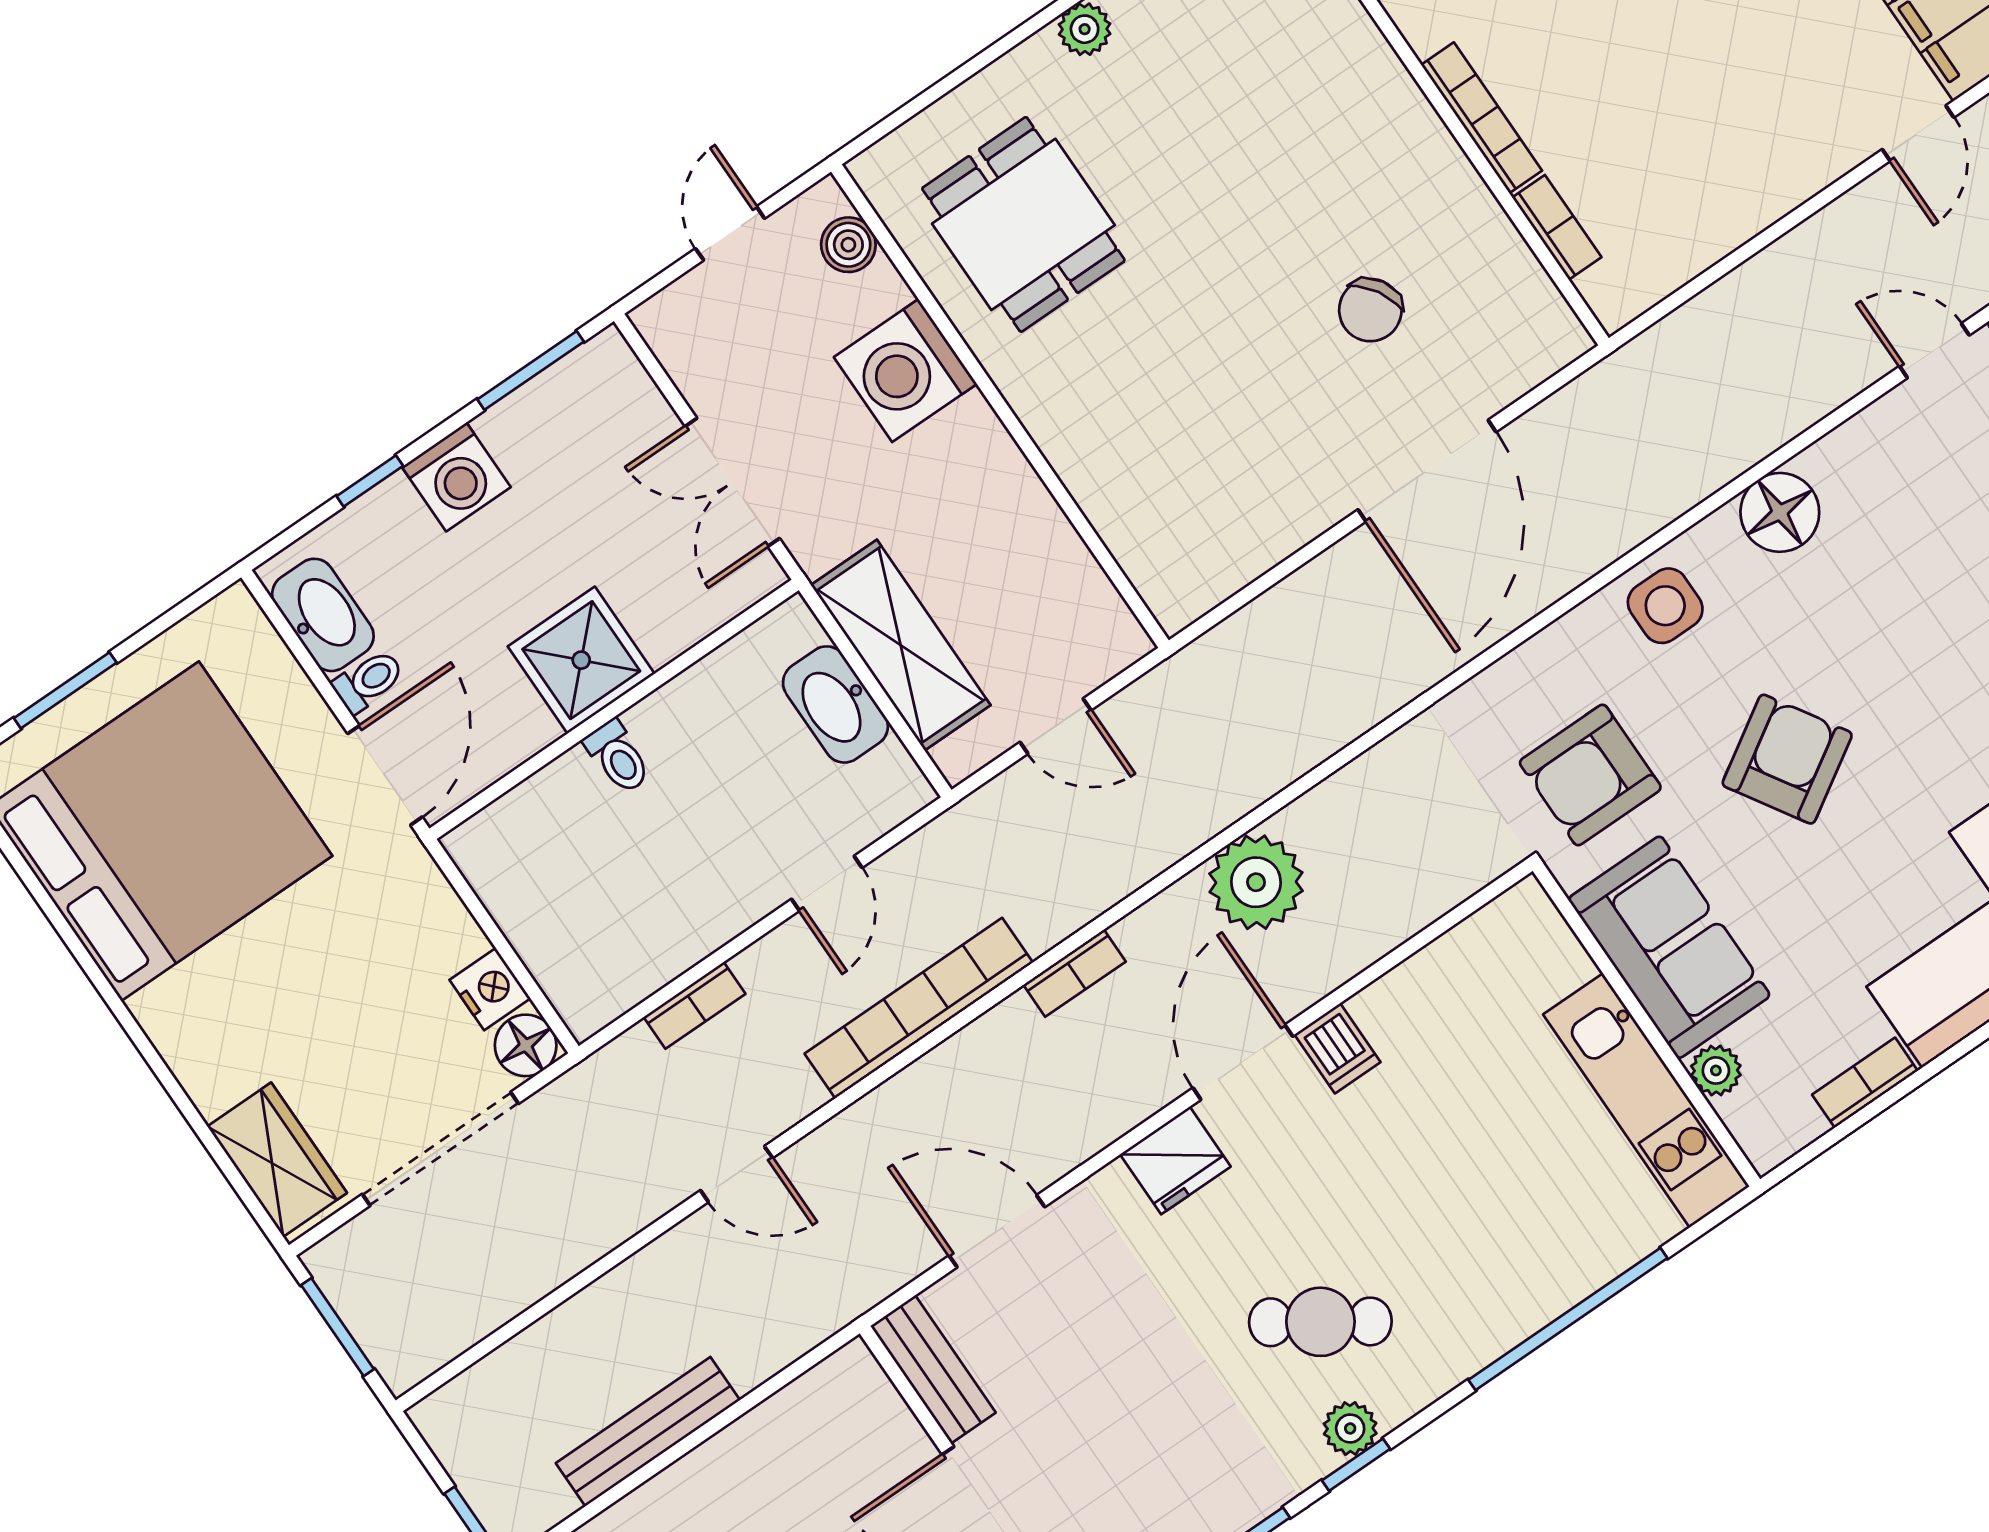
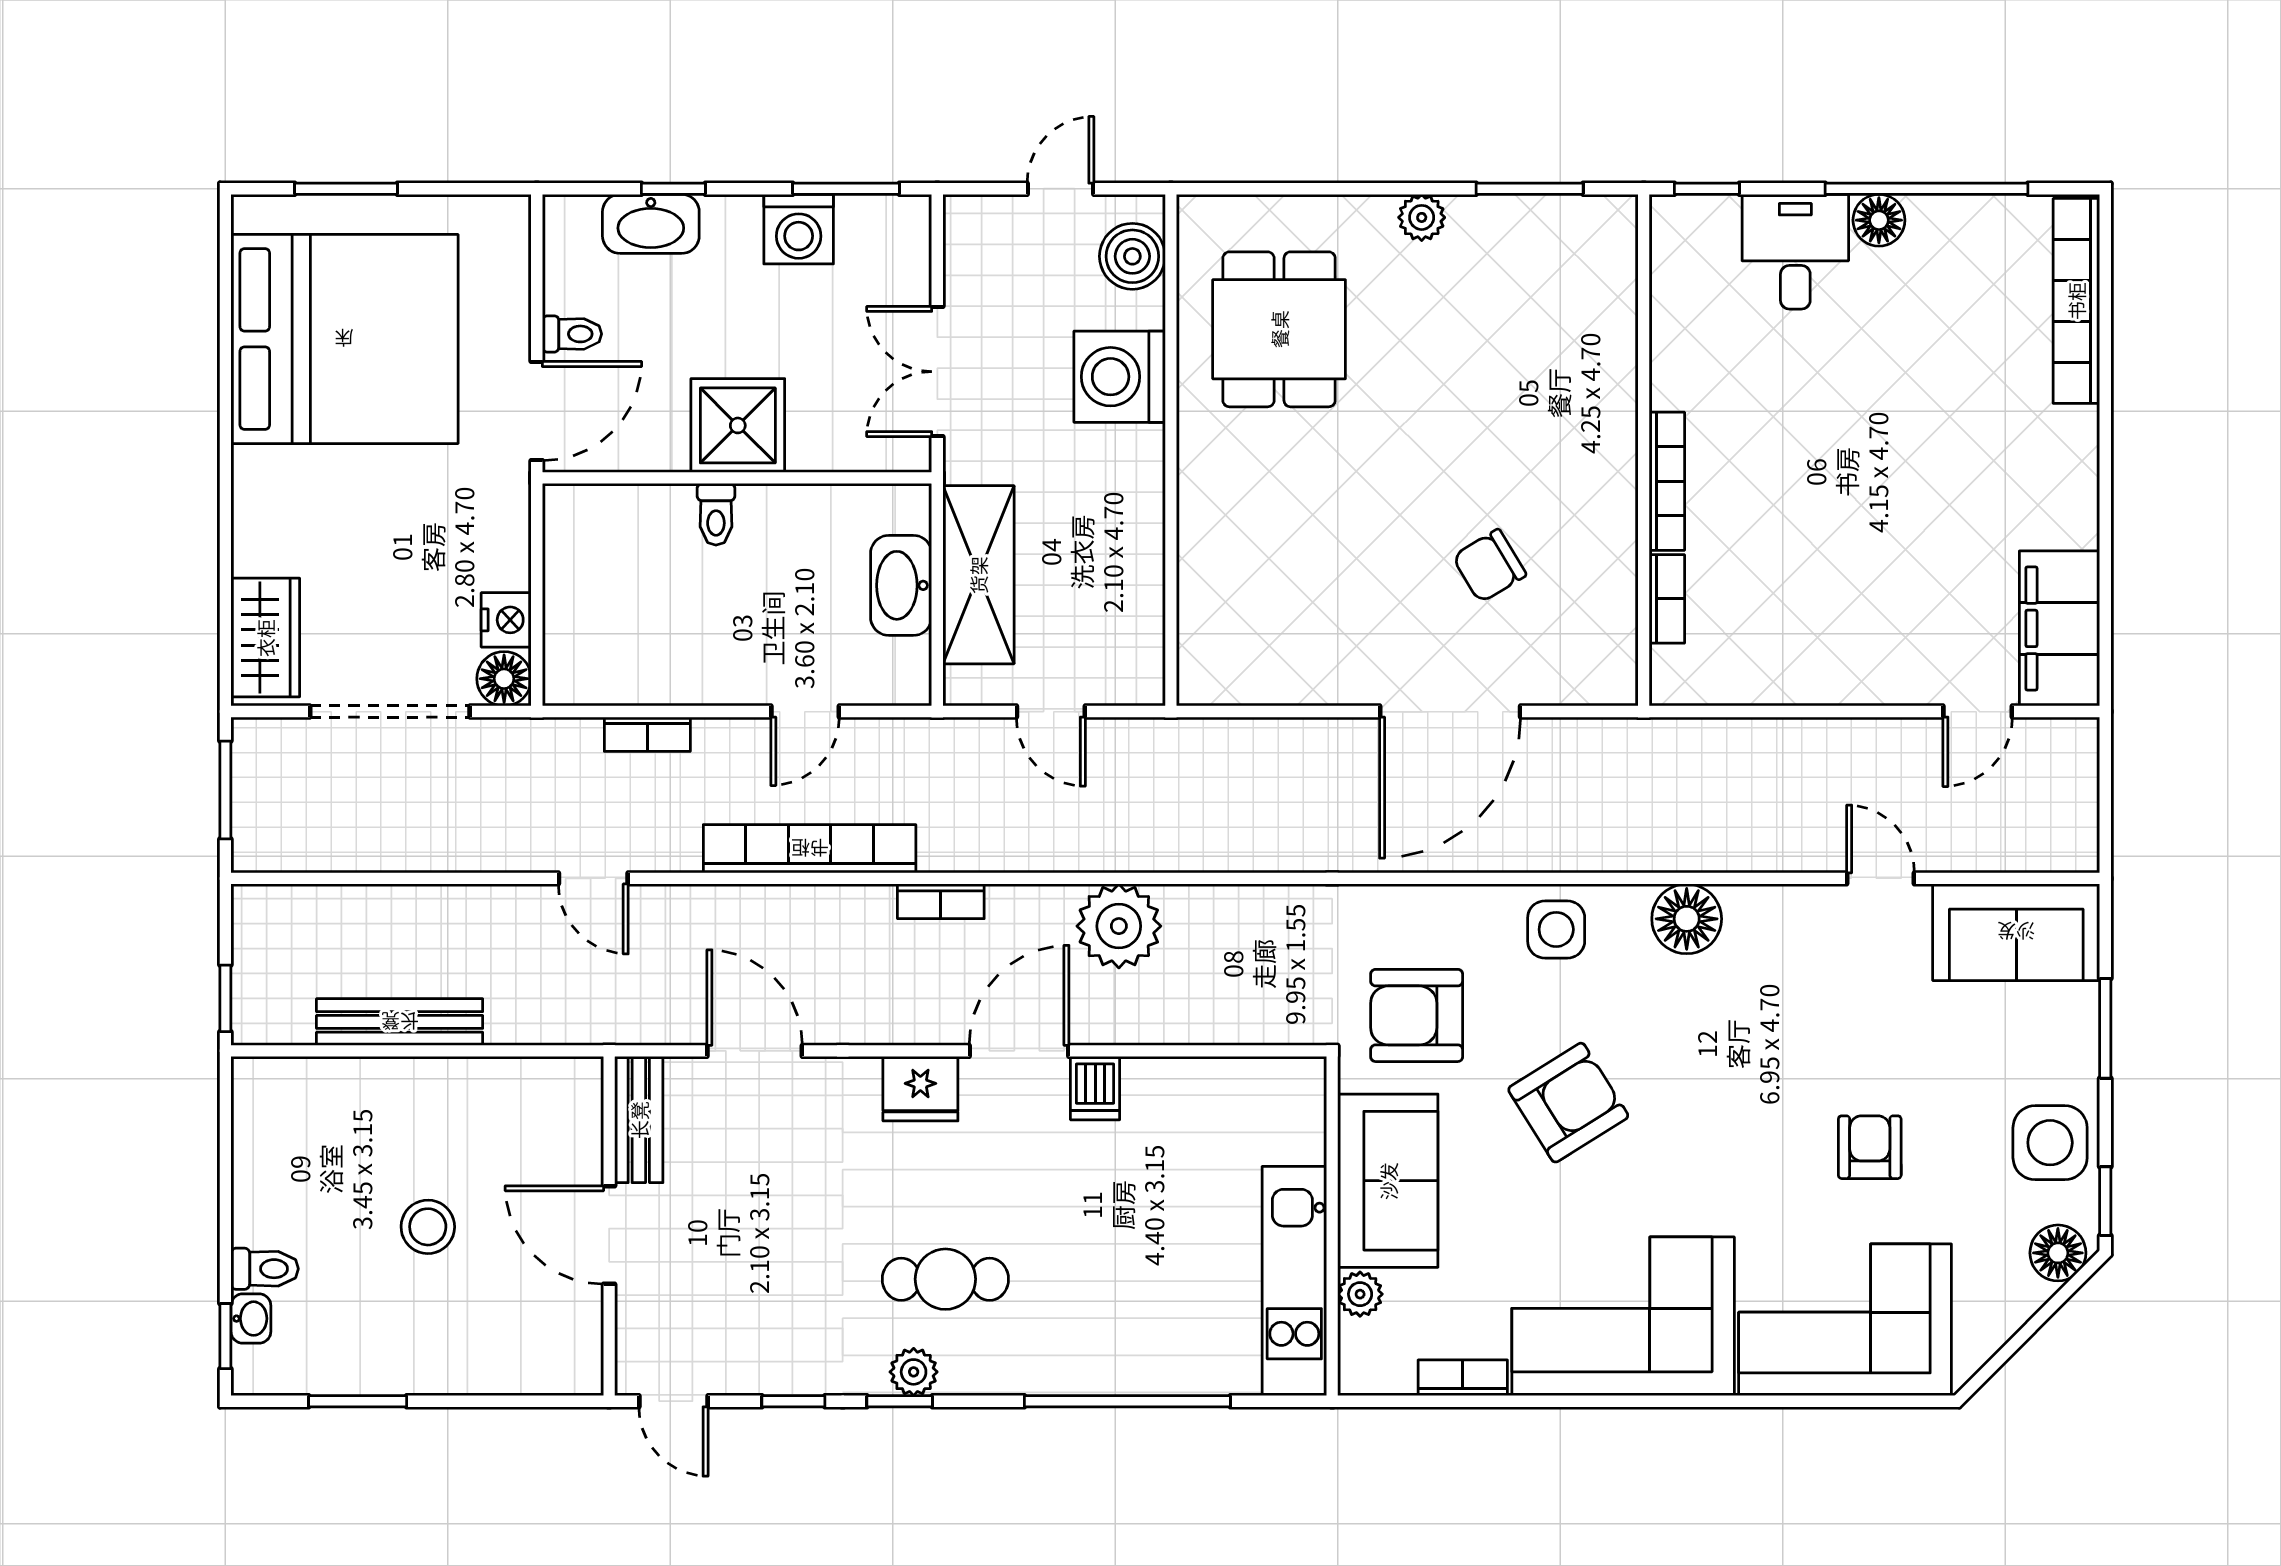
boiler: (848, 245) -> (1132, 256), width x1.36, depth x1.36
washing machine: (456, 477) -> (799, 229), moved
washbasin: (323, 615) -> (651, 224), moved, turned 90
cafe table: (1320, 1322) -> (945, 1279), turned -34

